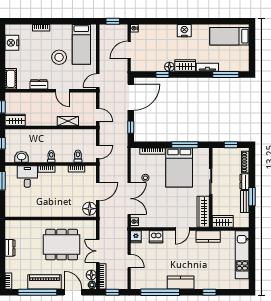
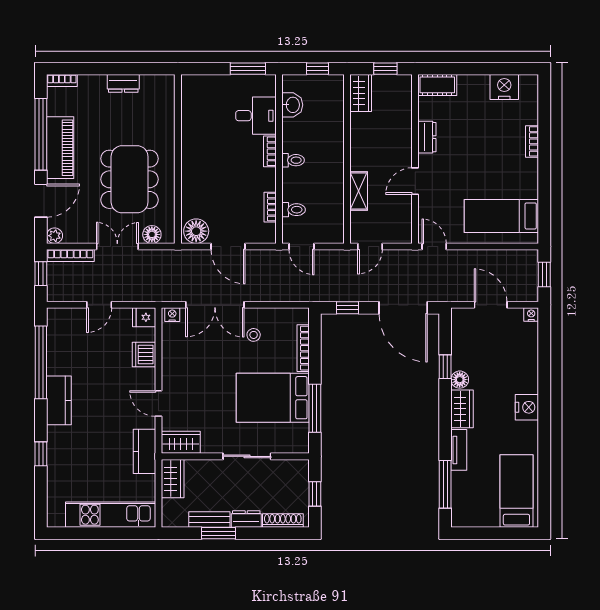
stool: (59, 57) -> (477, 175), removed
wardrobe: (203, 212) -> (181, 442), width x0.67
floor lamp: (91, 275) -> (152, 234), moved

